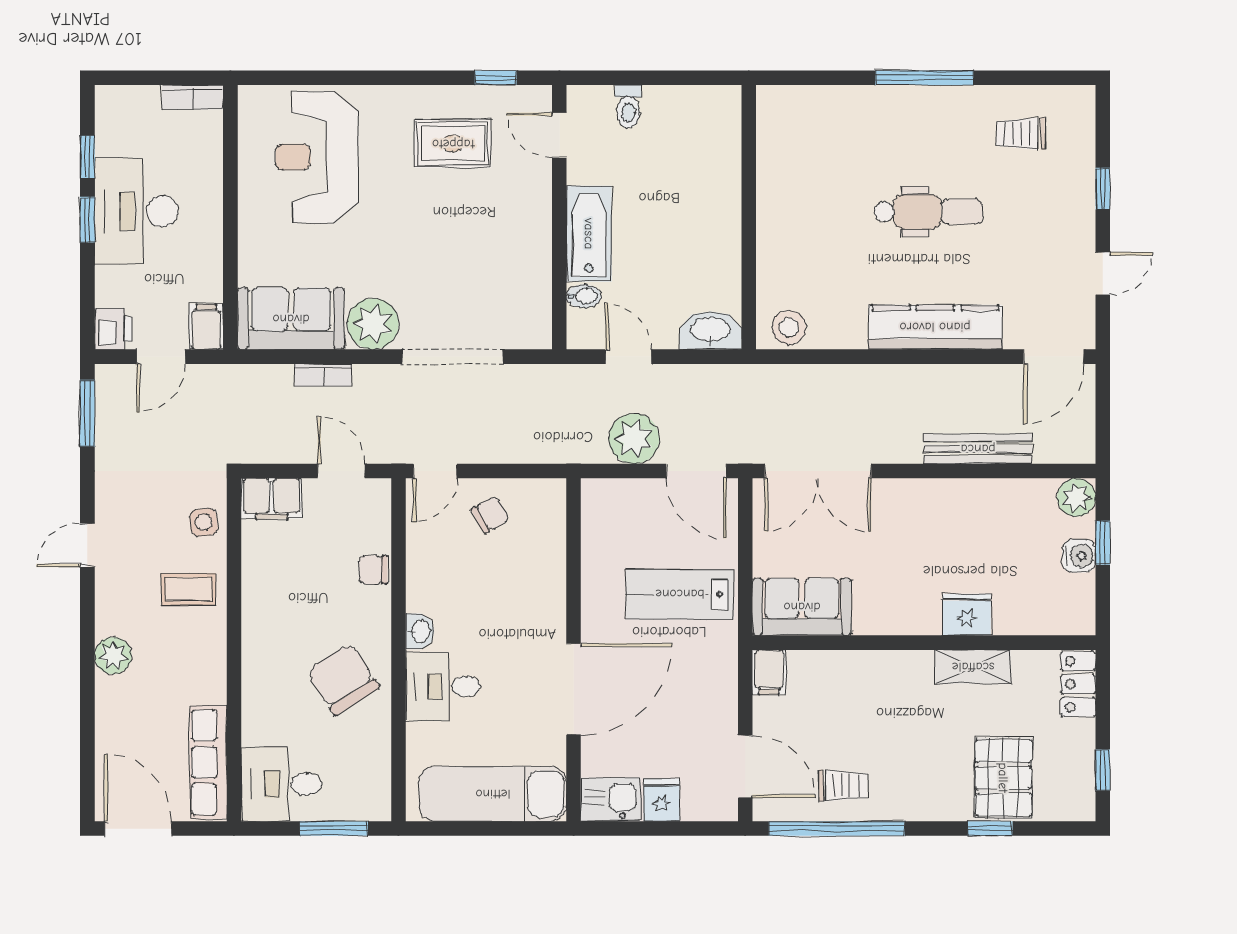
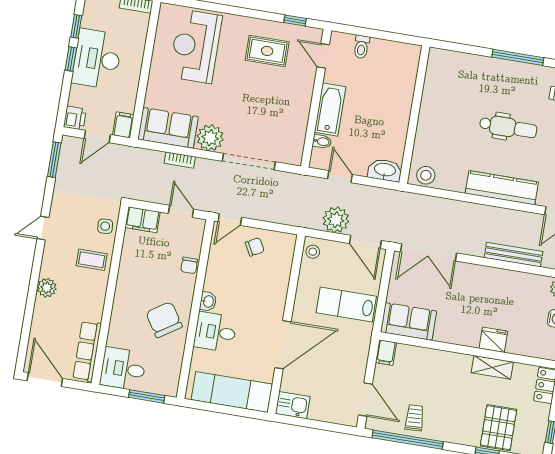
stool: (601, 506) -> (313, 252), added
chair: (373, 570) -> (189, 265), turned -90
trolley: (843, 786) -> (415, 418), turned -93
fridge: (662, 800) -> (319, 410), removed

